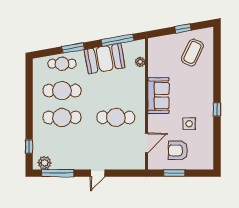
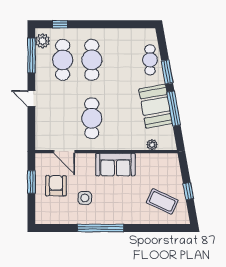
window: (117, 40) -> (174, 109), moved
cafe table: (62, 91) -> (63, 60), moved
window: (217, 109) -> (101, 228), width x3.17

